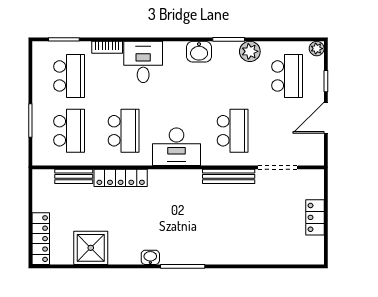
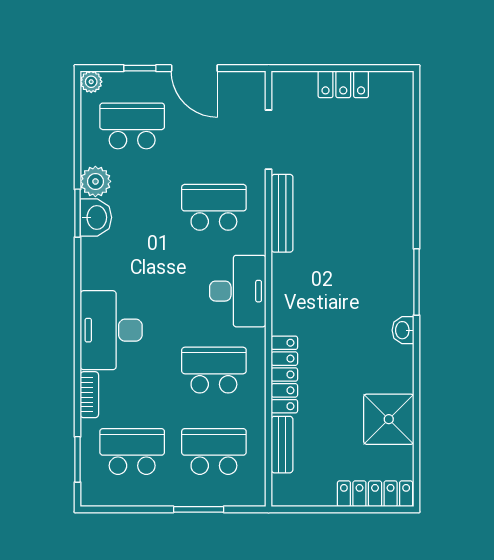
washbasin: (199, 52) -> (96, 217), moved
desk: (143, 62) -> (111, 330), width x1.37

